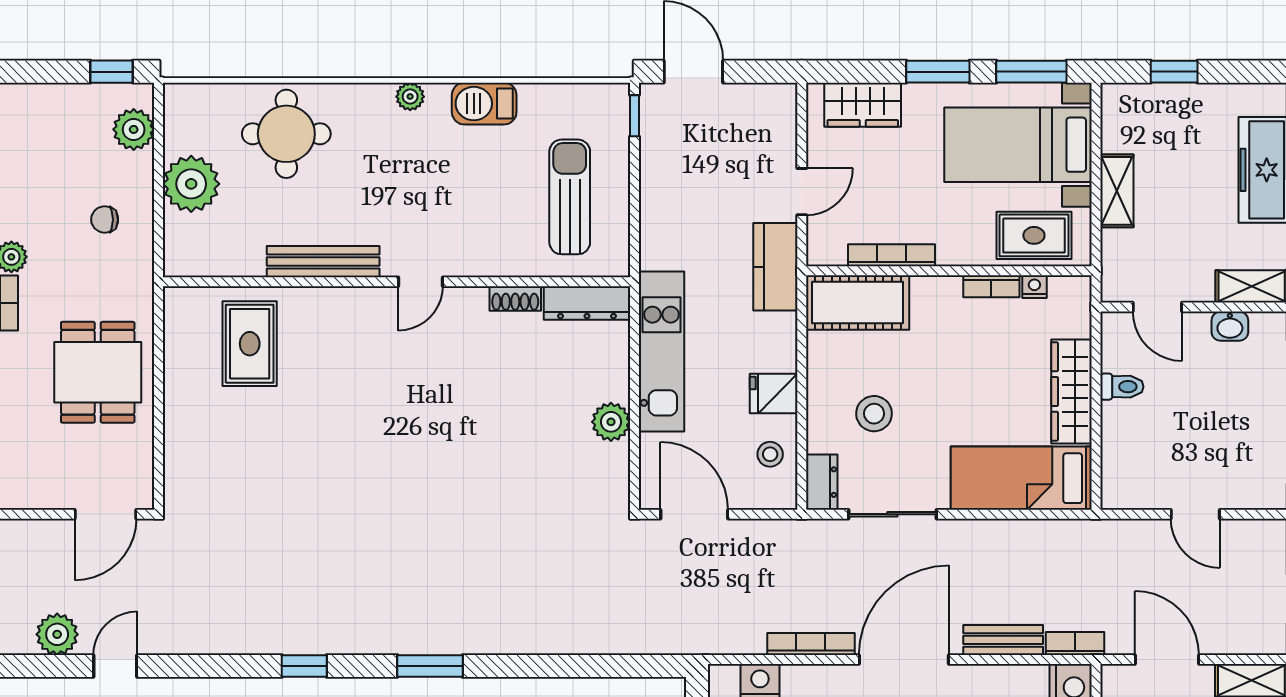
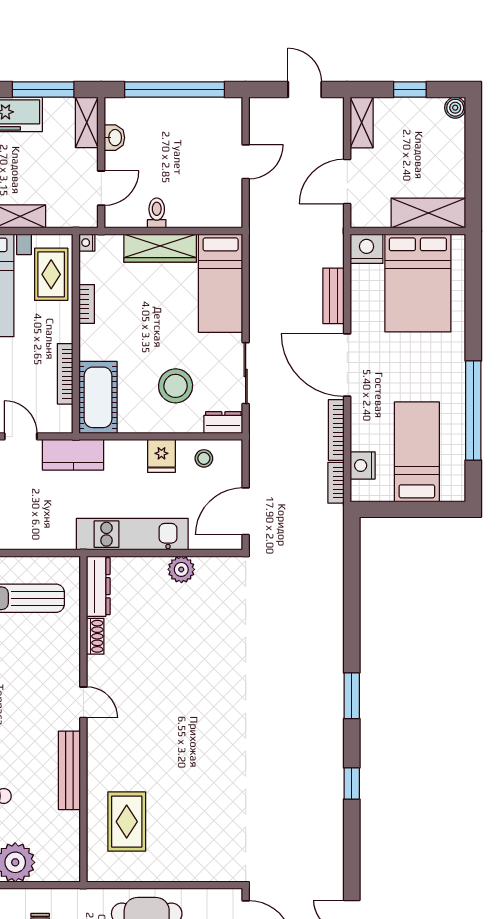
nightstand: (1034, 287) -> (87, 243), moved
rug: (250, 344) -> (127, 822), turned 90
stool: (874, 414) -> (176, 386), width x1.38, depth x1.38
bookcase: (1075, 644) -> (336, 483), moved

